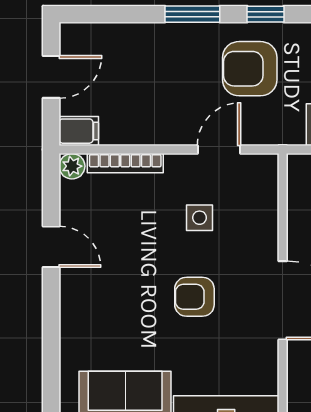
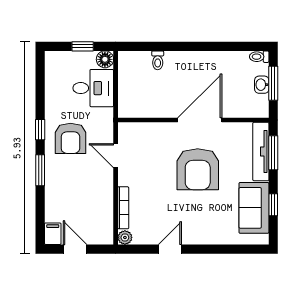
filing cabinet: (79, 131) -> (53, 234), moved
side table: (200, 218) -> (154, 166), removed
armchair: (194, 297) -> (198, 169), width x1.88, depth x1.88

